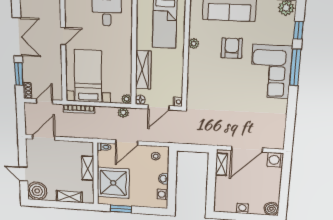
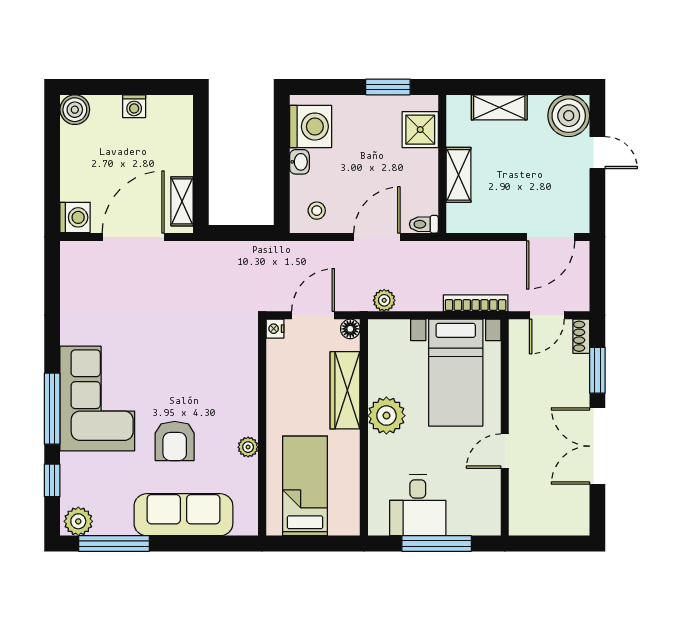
plant: (127, 99) -> (386, 416), moved, width x1.88, depth x1.88
shower: (113, 183) -> (420, 130), width x0.54, depth x0.54
washing machine: (162, 194) -> (311, 127), width x1.89, depth x1.89

